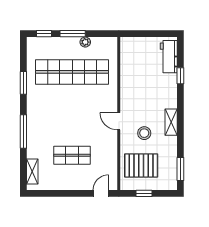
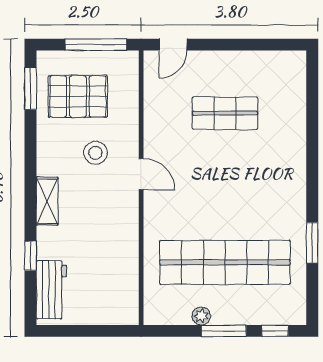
shelving: (171, 122) -> (47, 201), moved
window: (23, 131) -> (312, 156), removed
pallet: (141, 165) -> (78, 96), moved
shelving: (32, 171) -> (296, 84), removed
window: (144, 193) -> (96, 45), width x2.17

